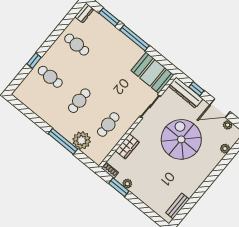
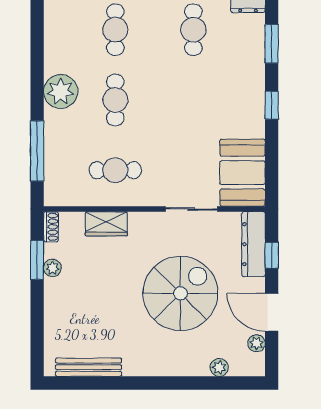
window: (134, 38) -> (272, 105), width x0.46
cafe table: (79, 101) -> (115, 100), turned 90
plant: (82, 140) -> (61, 91), moved
window: (63, 141) -> (37, 151), moved
bench: (178, 206) -> (89, 367), width x1.36

